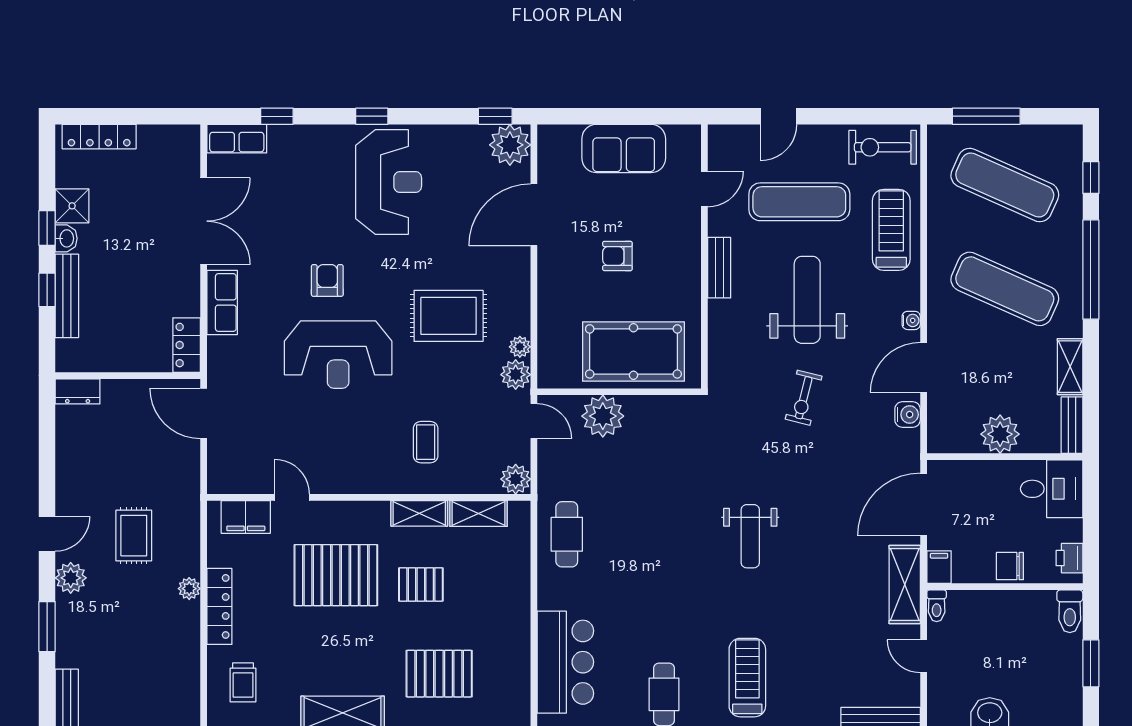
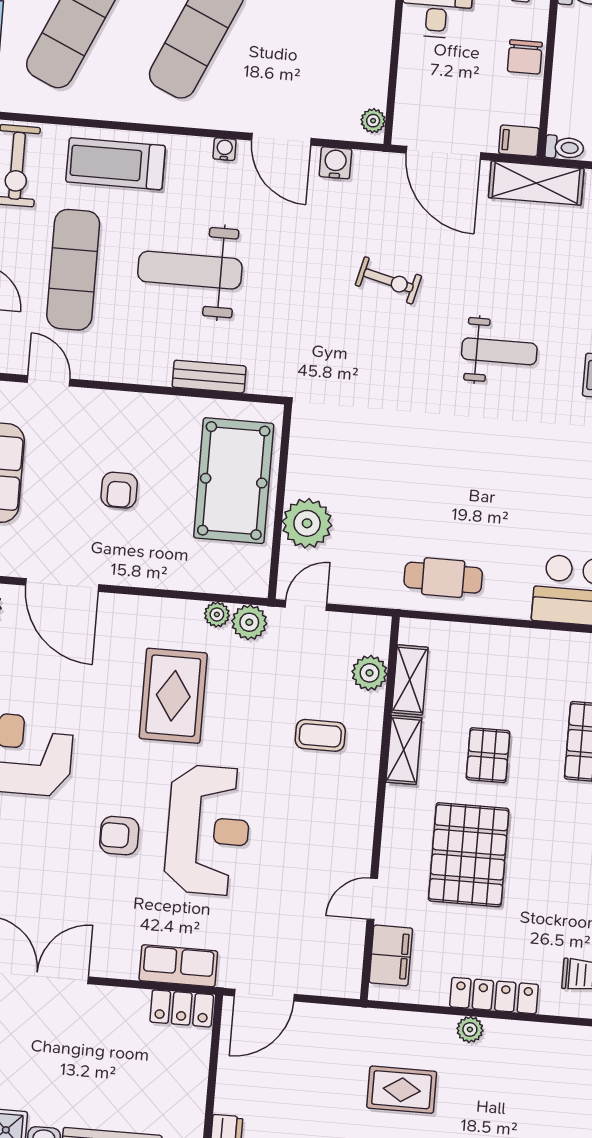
bench: (719, 268) -> (209, 377), moved
row of seats: (222, 303) -> (178, 966), moved
exercise bike: (804, 398) -> (388, 280), moved
plant: (1000, 434) -> (373, 121), moved, width x0.53, depth x0.53
plant: (516, 479) -> (370, 673), moved
weight bench: (750, 536) -> (499, 351), moved

